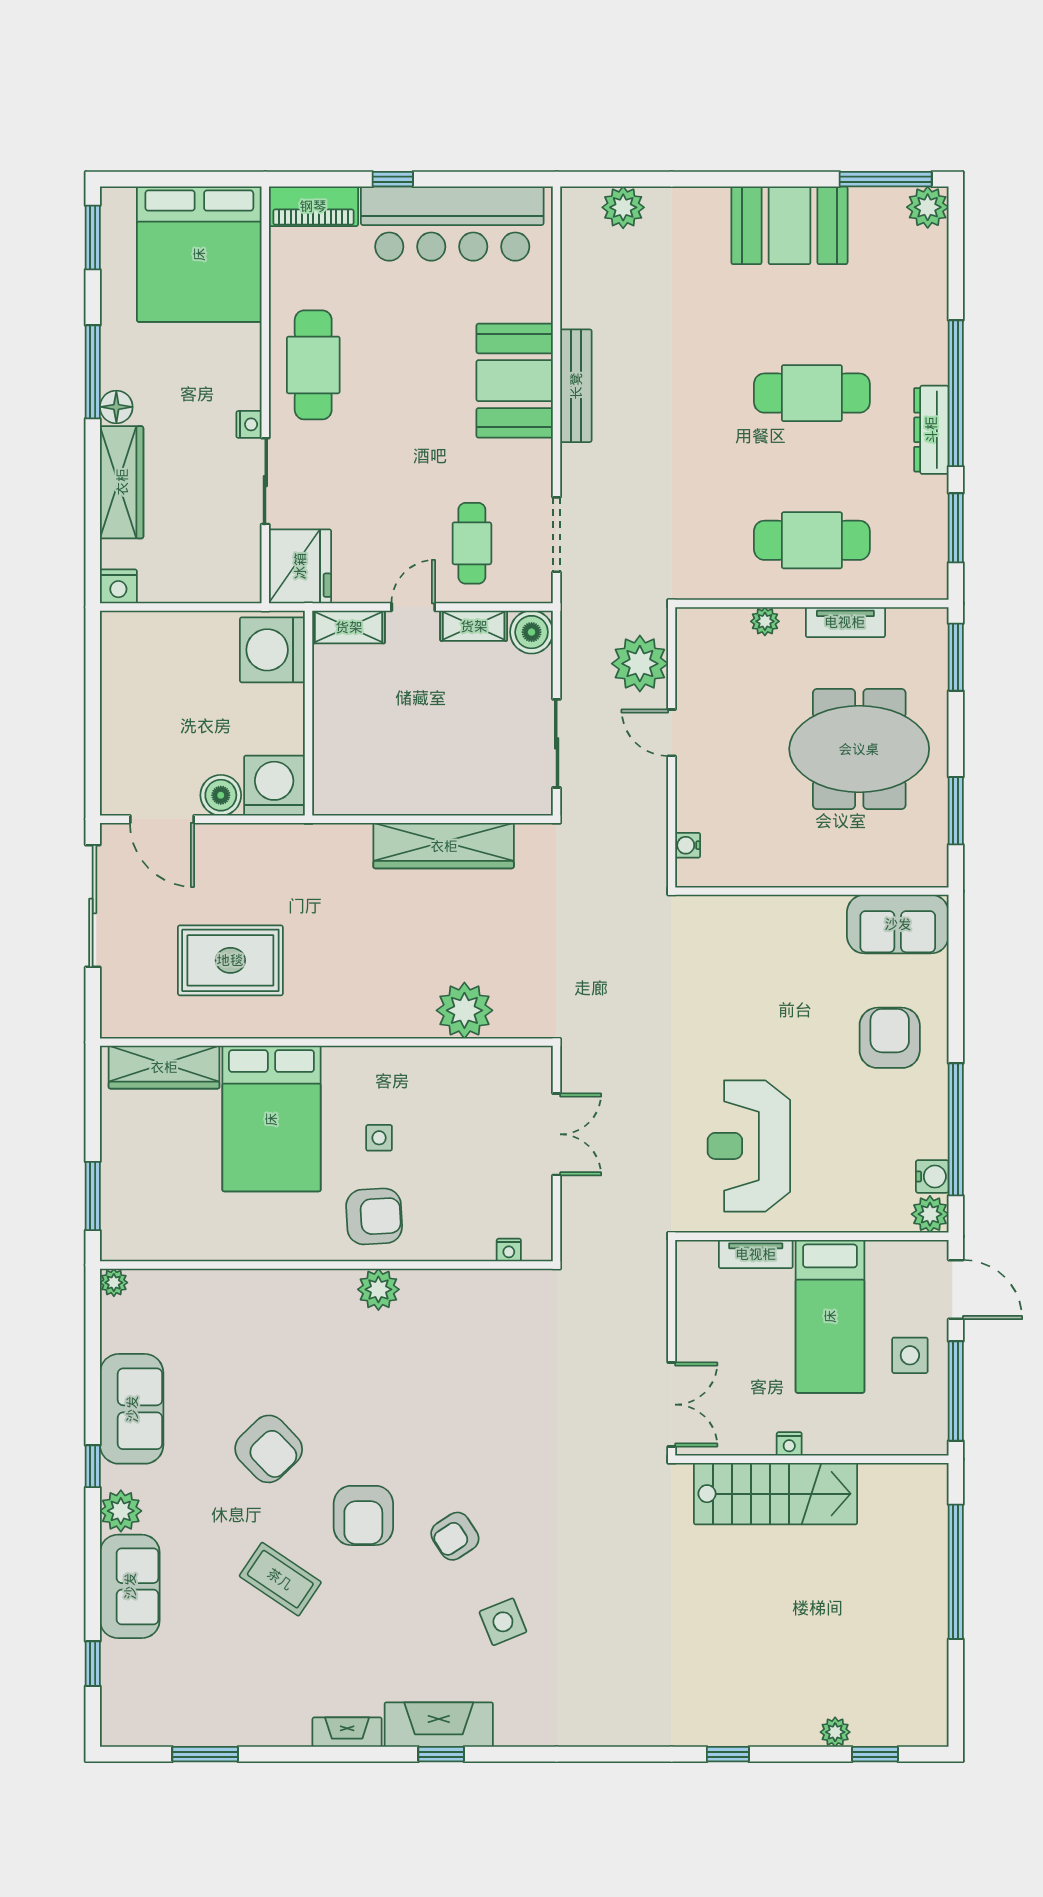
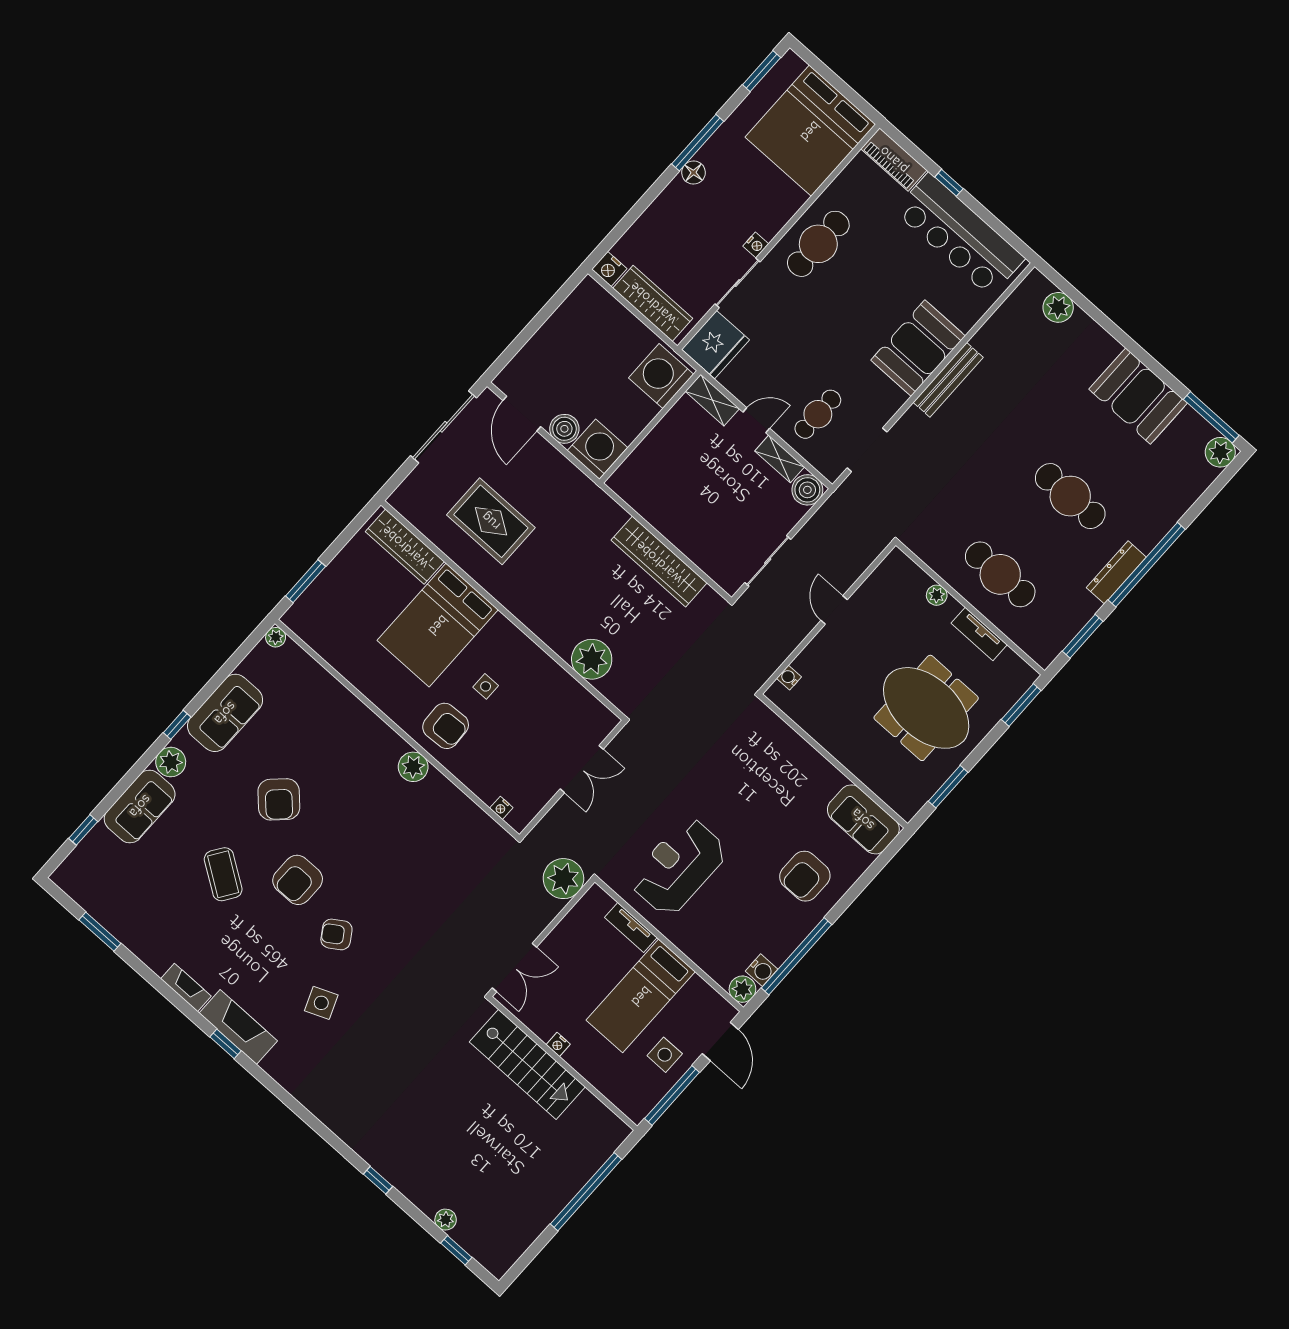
wardrobe: (122, 482) -> (653, 303), moved, turned -90
plant: (640, 664) -> (563, 879), moved
armchair: (890, 1038) -> (805, 876), turned 180

